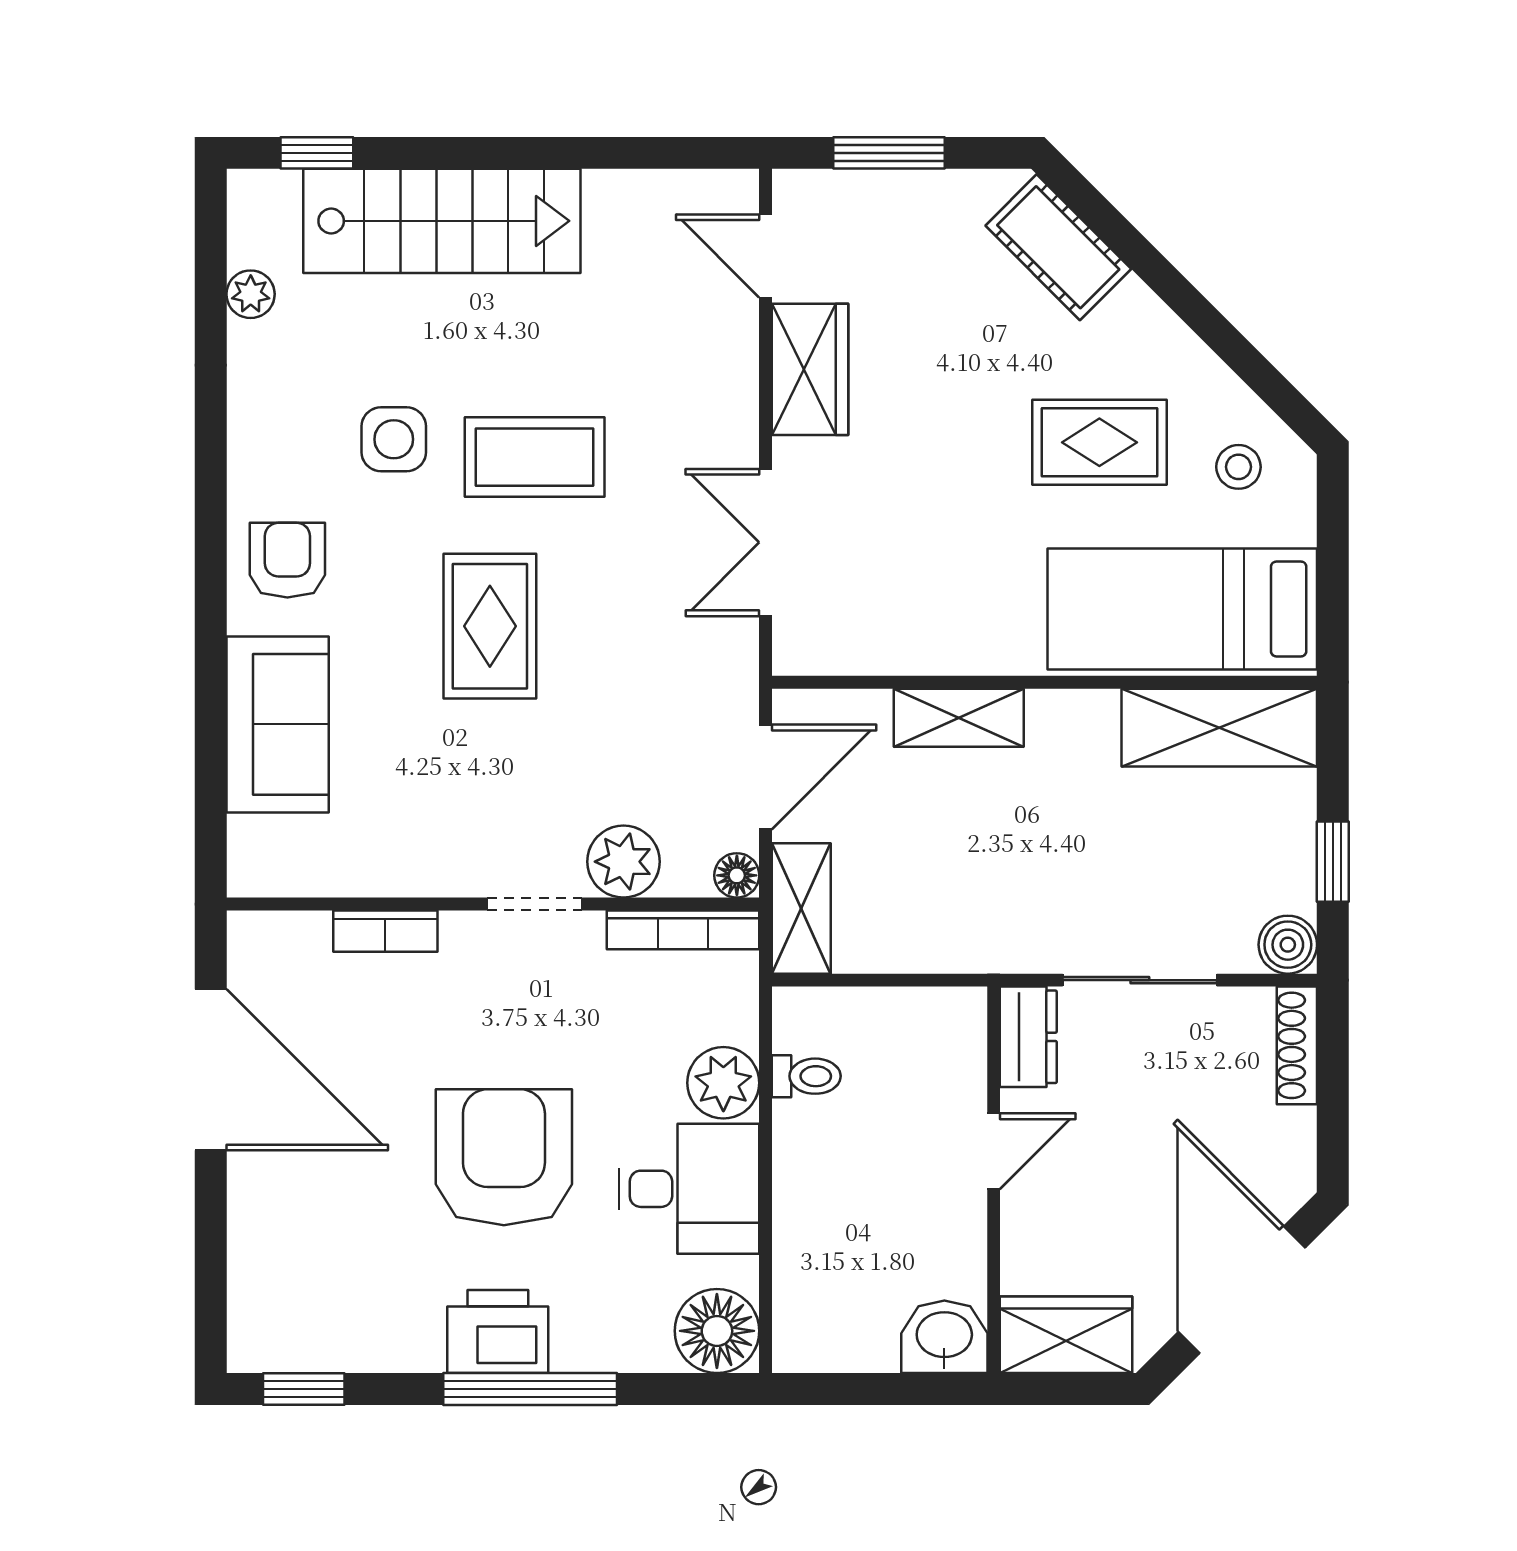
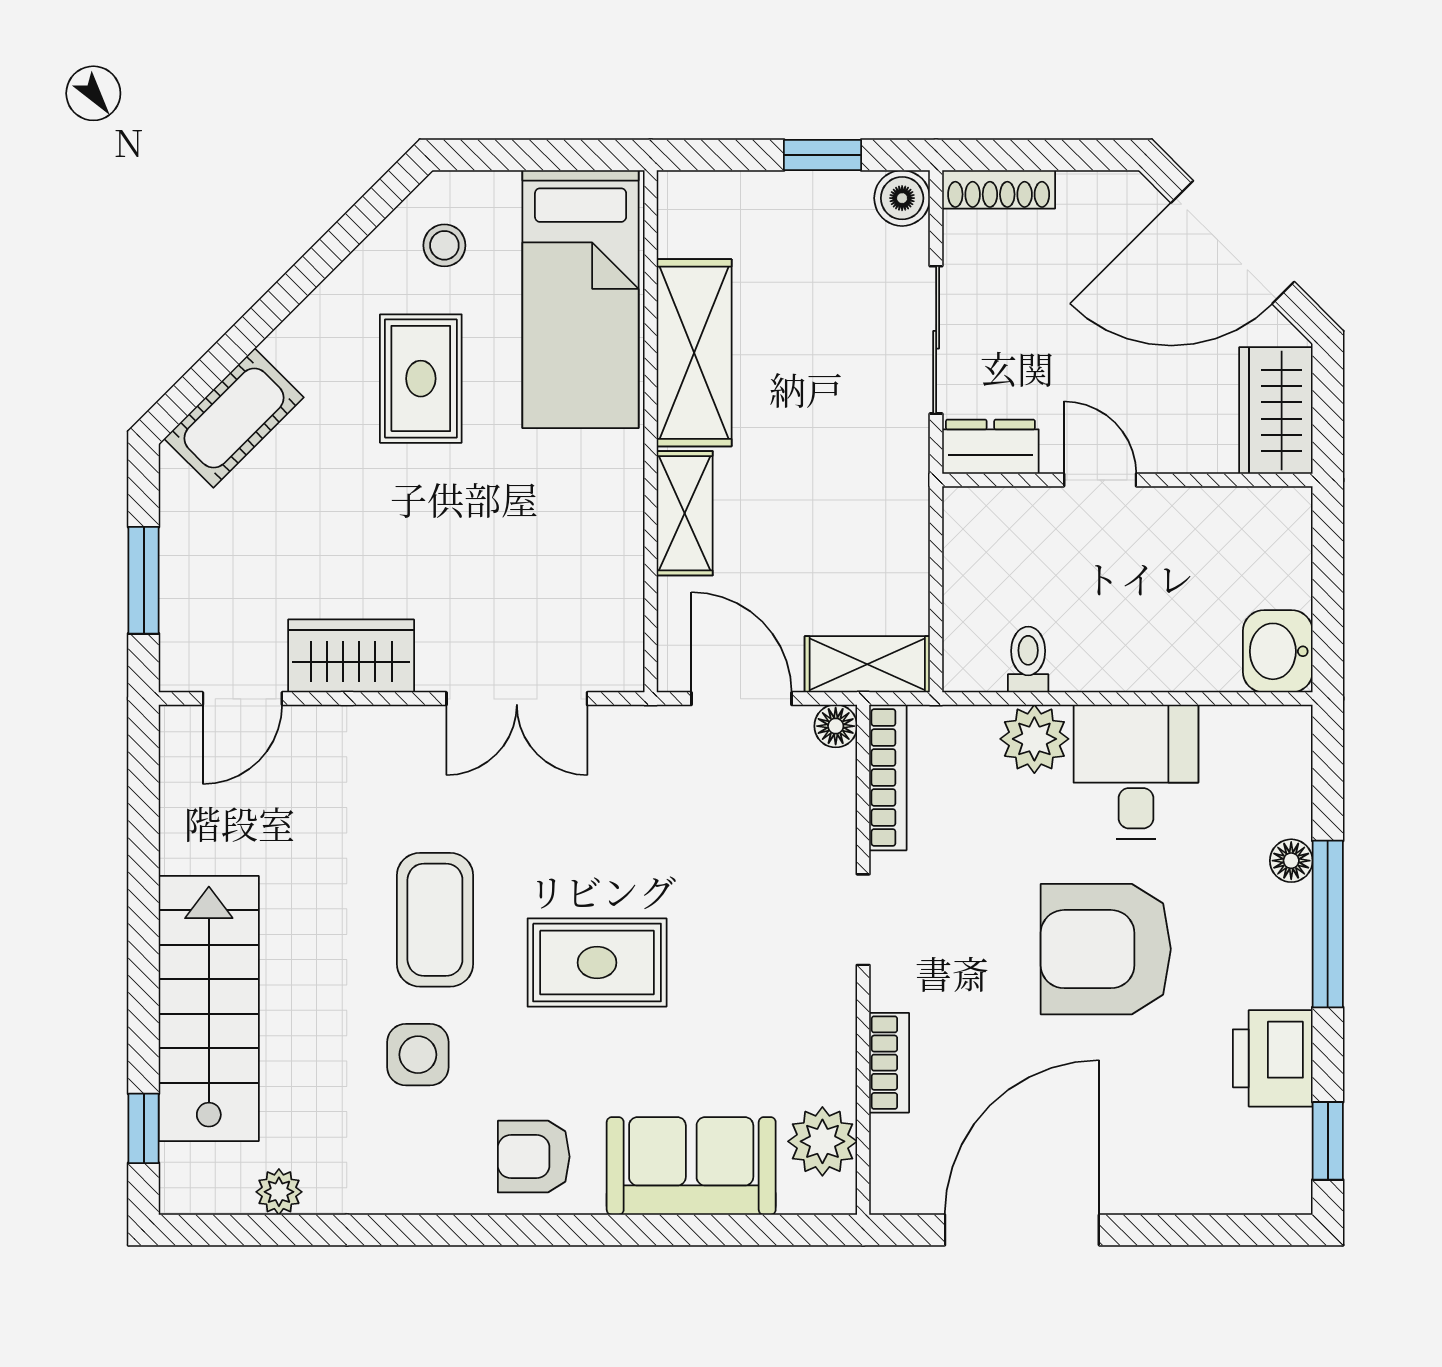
shelving: (1219, 728) -> (694, 353), moved
plant: (623, 862) -> (822, 1141), moved
printer: (498, 1331) -> (1273, 1058), moved
floor lamp: (717, 1331) -> (1291, 861), moved, width x0.53, depth x0.53
washbasin: (944, 1337) -> (1278, 651), moved

